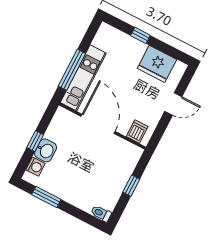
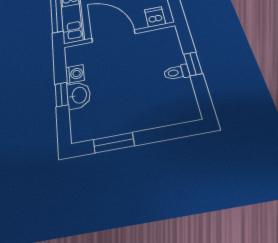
washing machine: (35, 167) -> (75, 74), moved
toilet: (101, 213) -> (177, 72), moved

